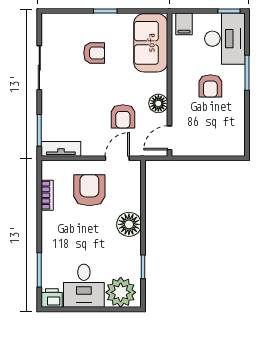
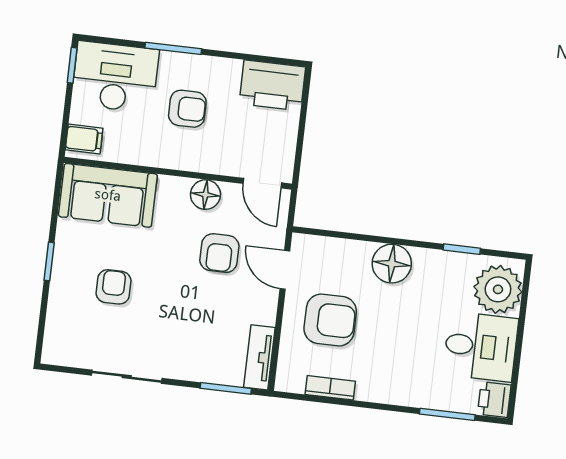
armchair: (123, 116) -> (219, 253), turned 90
printer: (231, 137) -> (272, 85), added
armchair: (89, 190) -> (330, 320), turned 180

